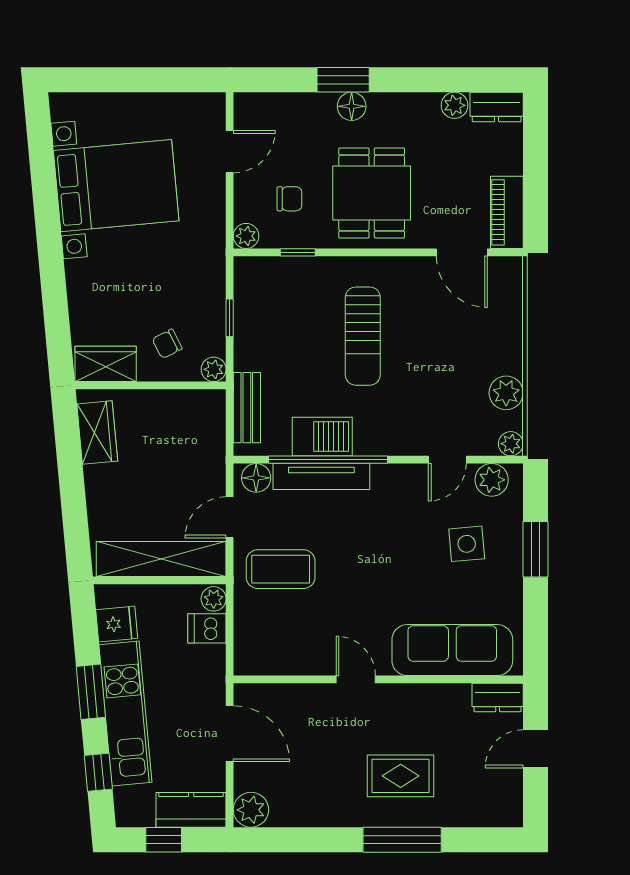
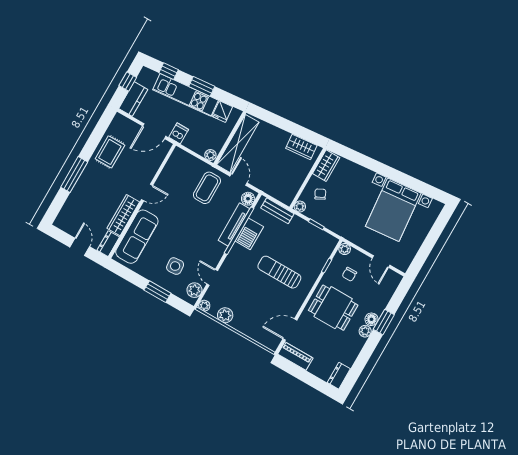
plant: (454, 105) -> (365, 331), moved
dishwasher: (207, 628) -> (179, 133), moved
wardrobe: (426, 700) -> (123, 215), added
rug: (401, 776) -> (110, 152), moved
plant: (251, 810) -> (120, 122), removed

